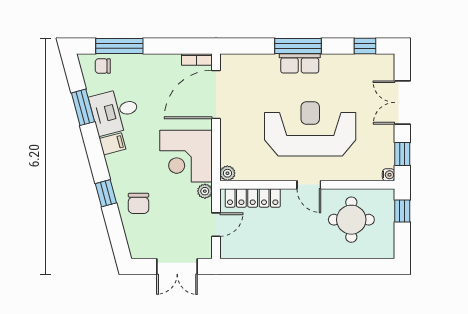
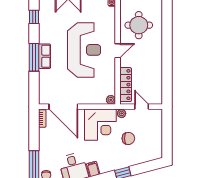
reception desk: (310, 129) -> (84, 50), turned 180
chair: (138, 203) -> (128, 138), moved
double door: (177, 266) -> (167, 130), removed

